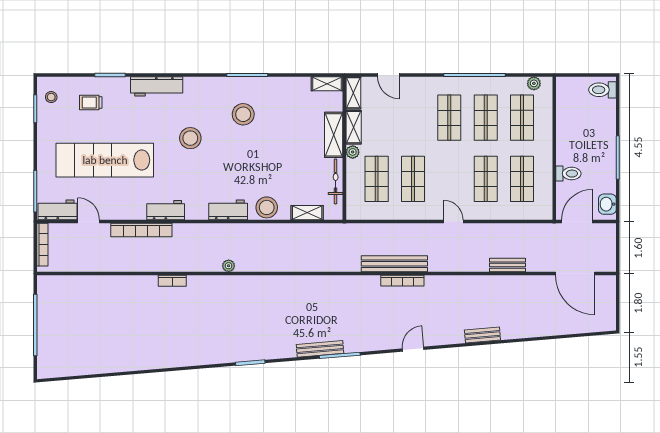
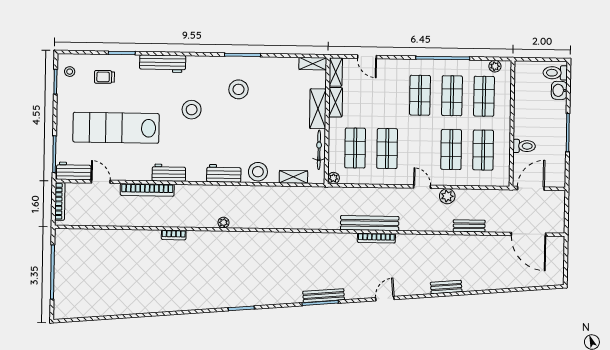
plant: (353, 152) -> (333, 178), moved
washbasin: (607, 204) -> (559, 90), moved
plant: (482, 232) -> (447, 196), added
bench: (320, 349) -> (324, 296), moved

